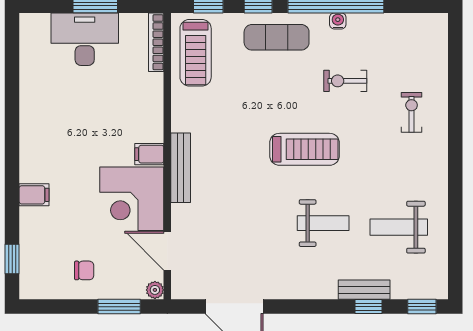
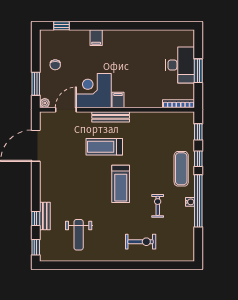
treadmill: (196, 53) -> (104, 147), moved
exercise bike: (412, 112) -> (141, 242), width x1.38, depth x1.39
weight bench: (323, 223) -> (81, 194), removed
weight bench: (399, 227) -> (79, 235), turned 180

